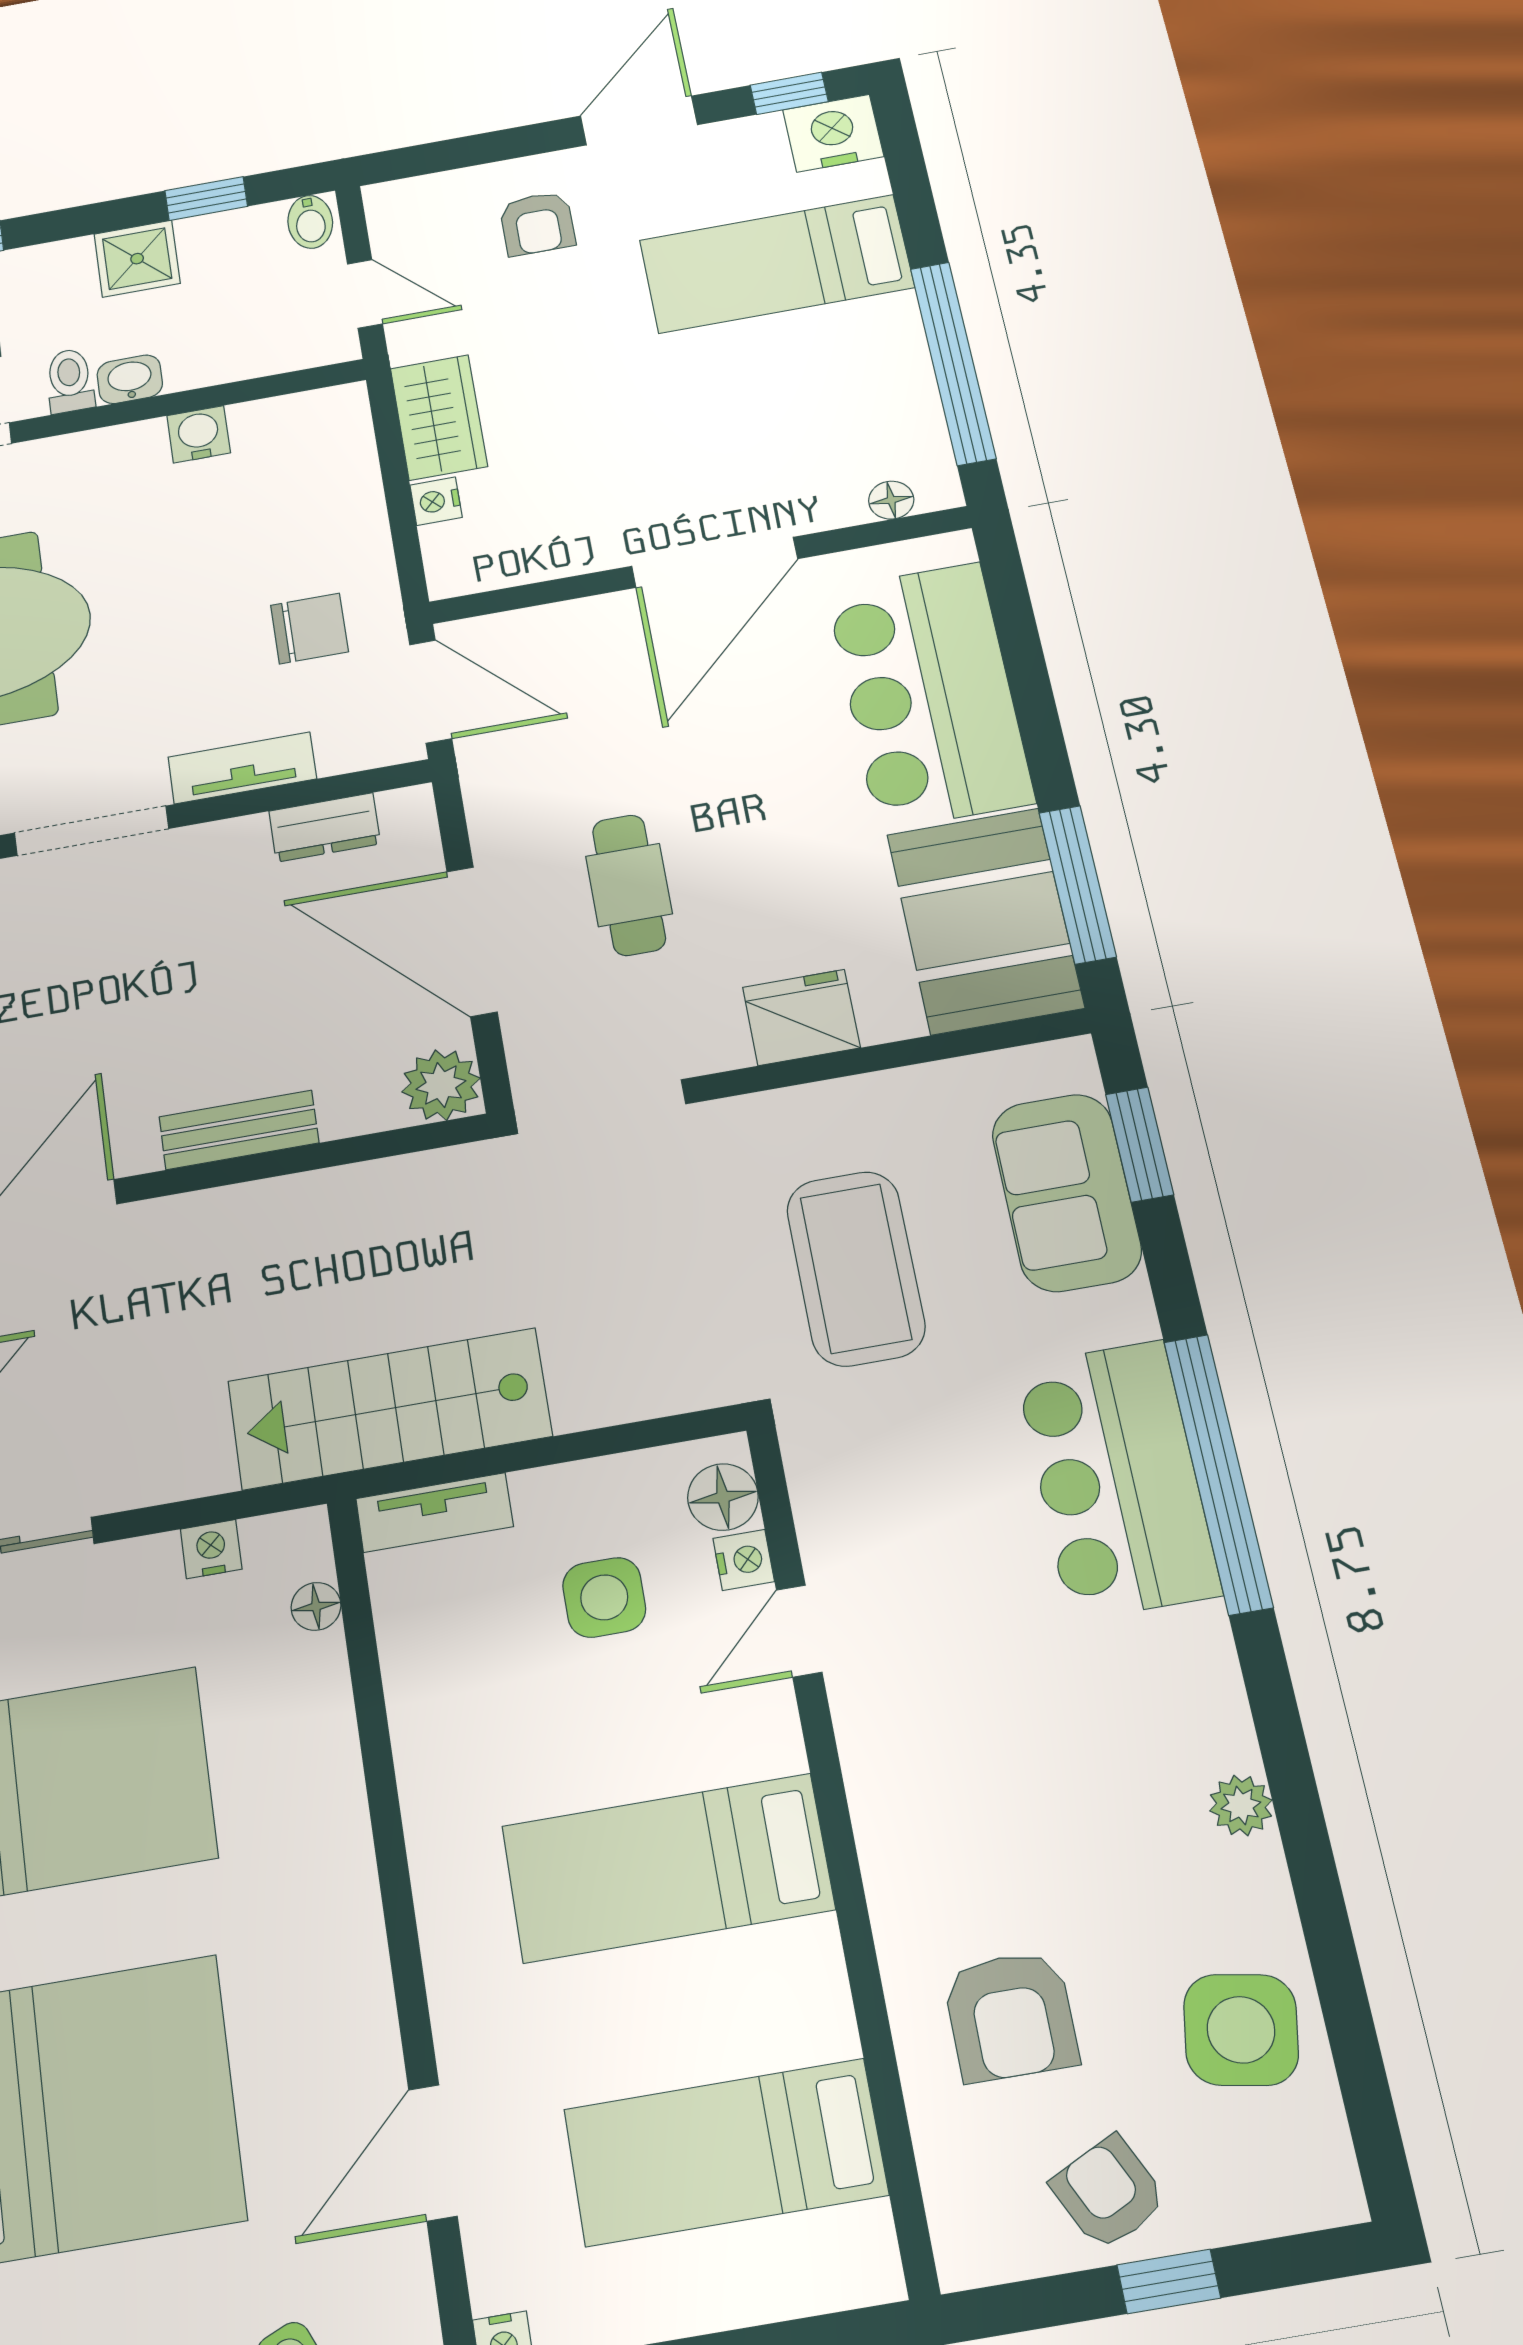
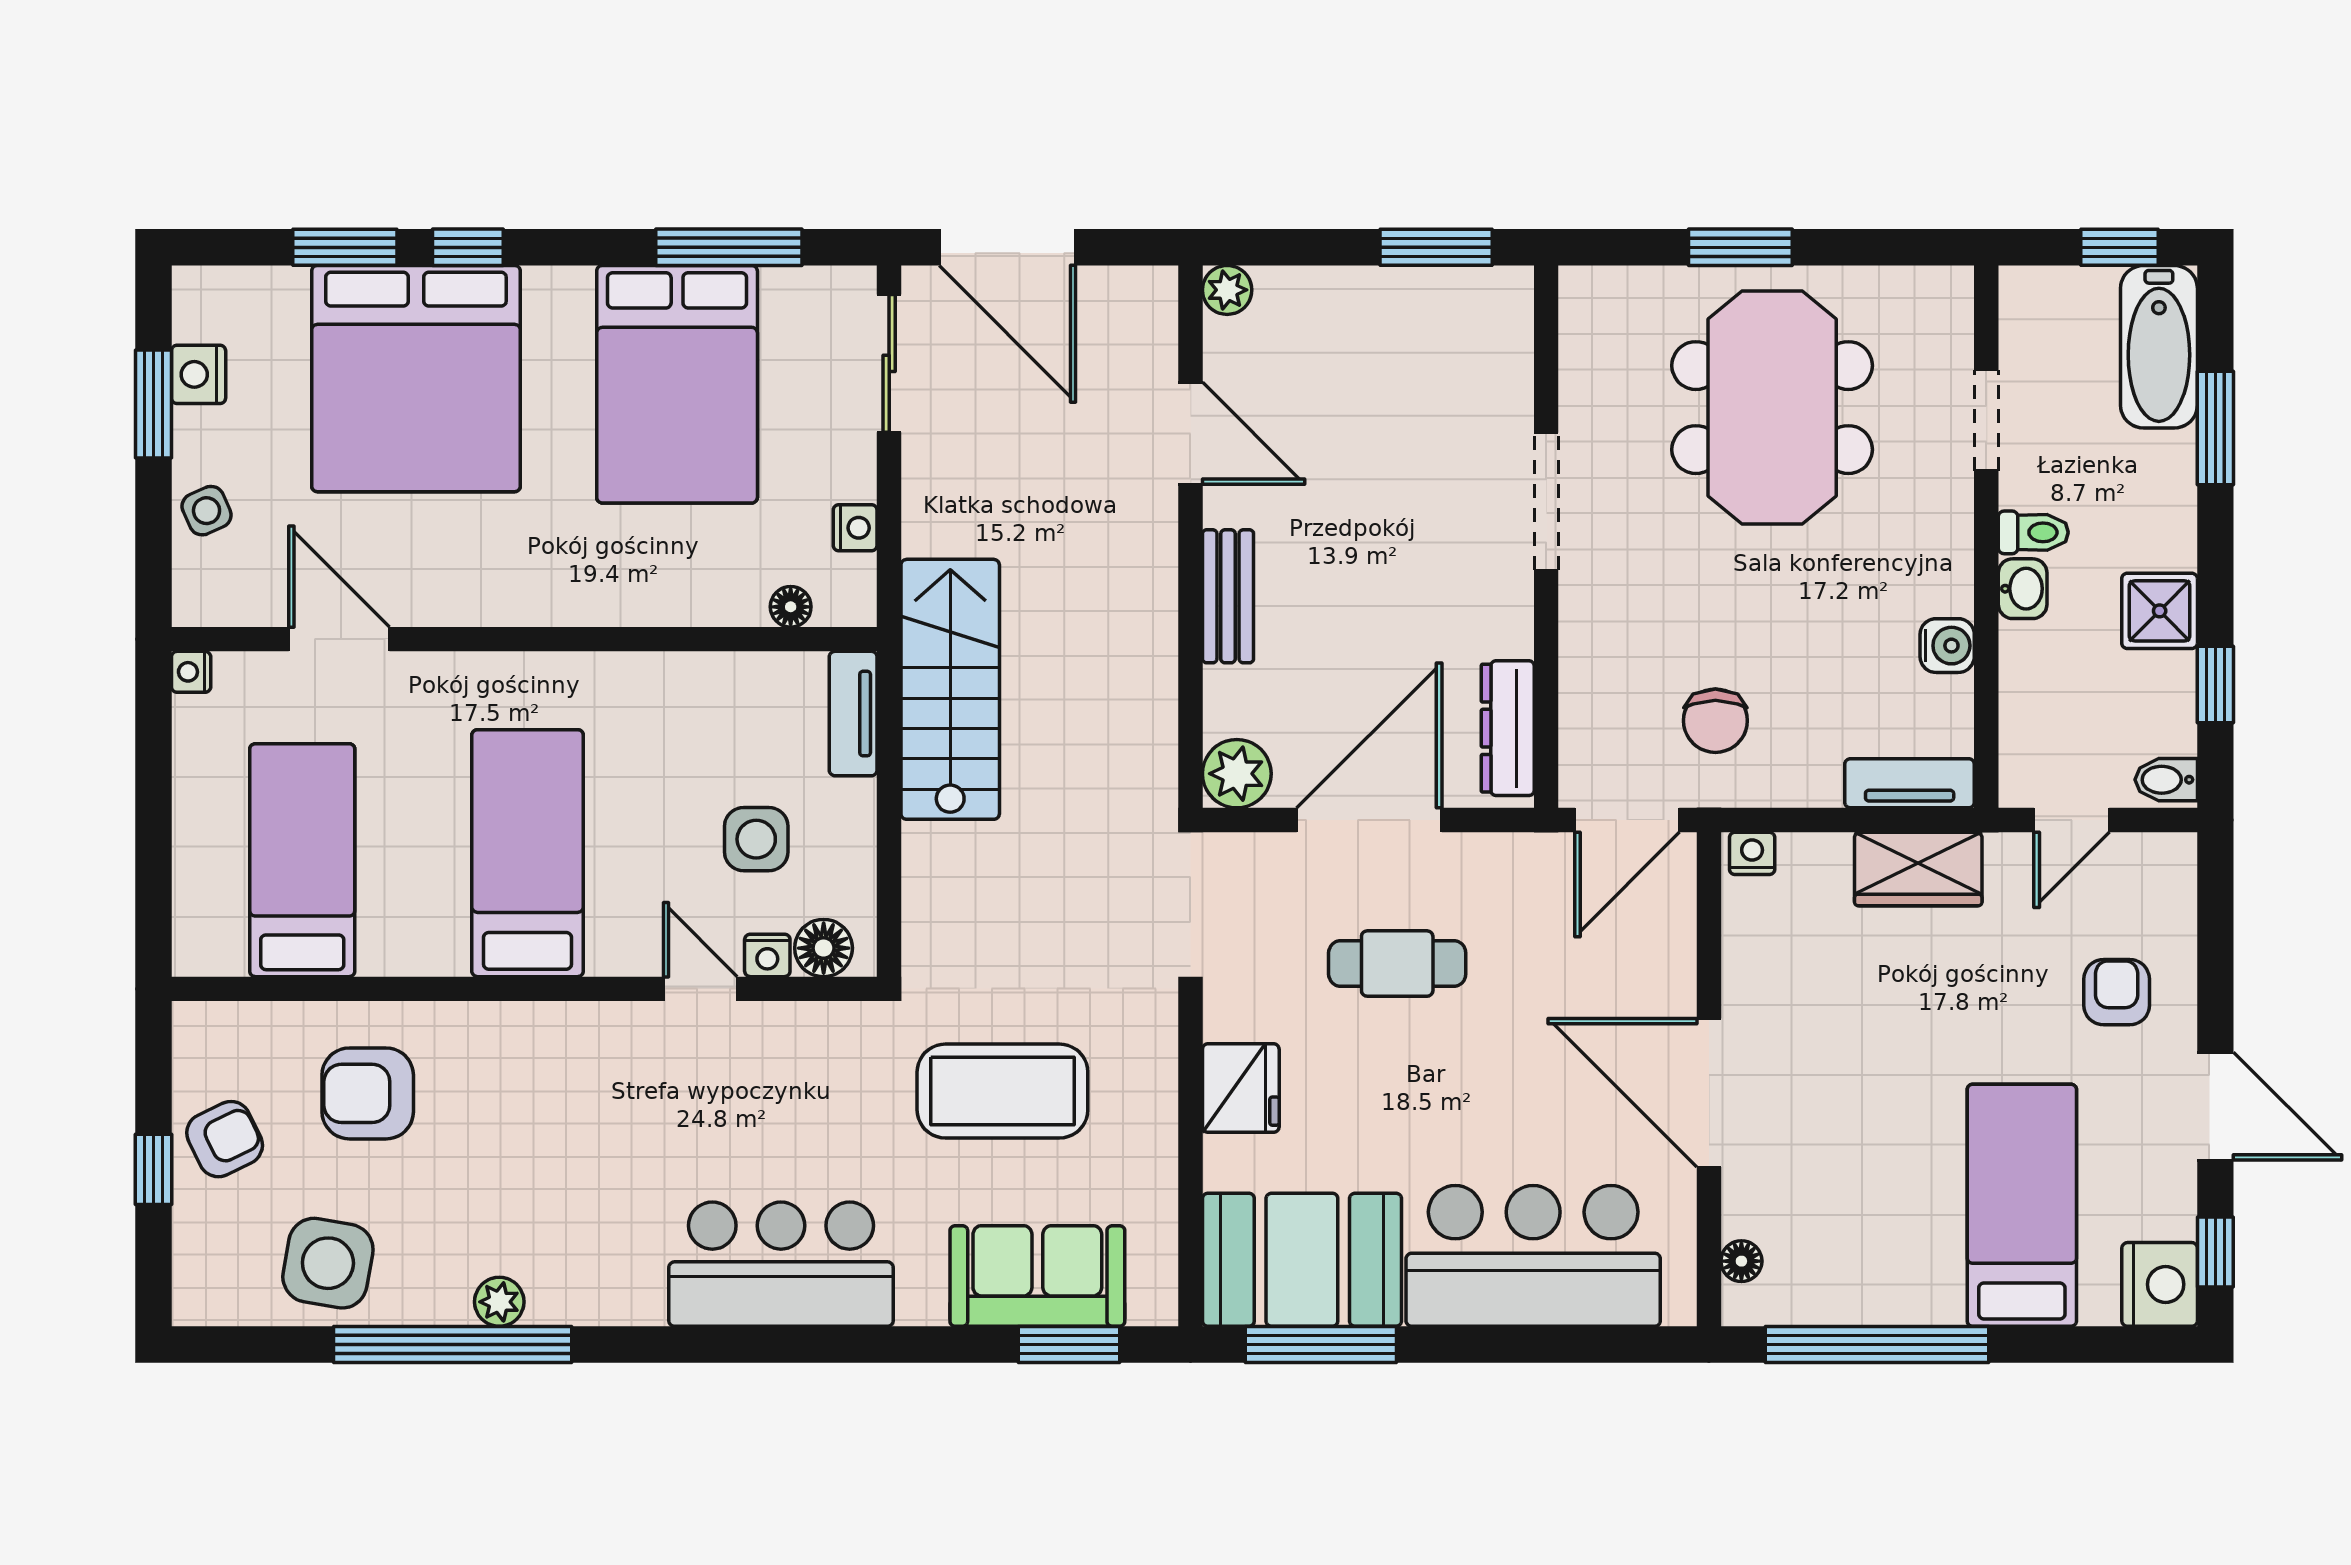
armchair: (537, 224) -> (2117, 992), turned 90
nightstand: (436, 501) -> (1752, 853), moved
tv unit: (242, 768) -> (1910, 783), moved, turned -90
dresser: (325, 827) -> (1508, 728), width x1.44
window: (1218, 1473) -> (453, 1345), moved

